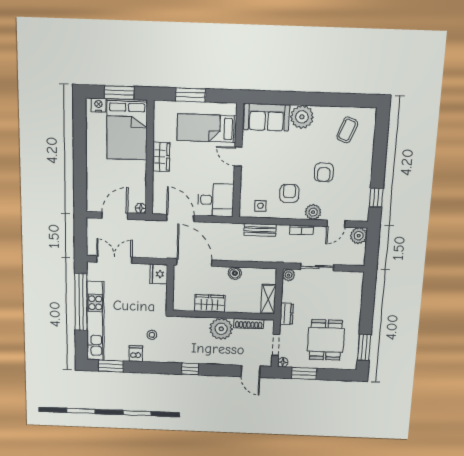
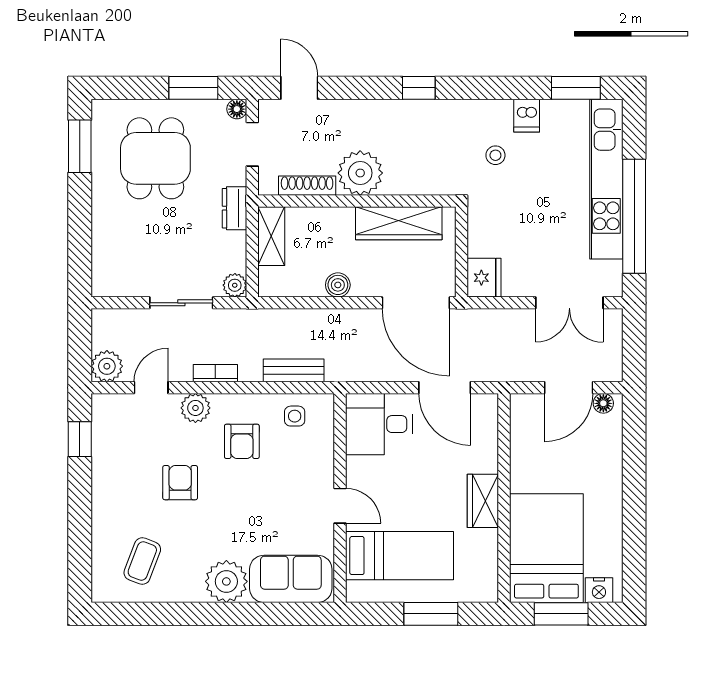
floor lamp: (141, 208) -> (603, 403), moved
wardrobe: (210, 303) -> (399, 223), width x1.50

